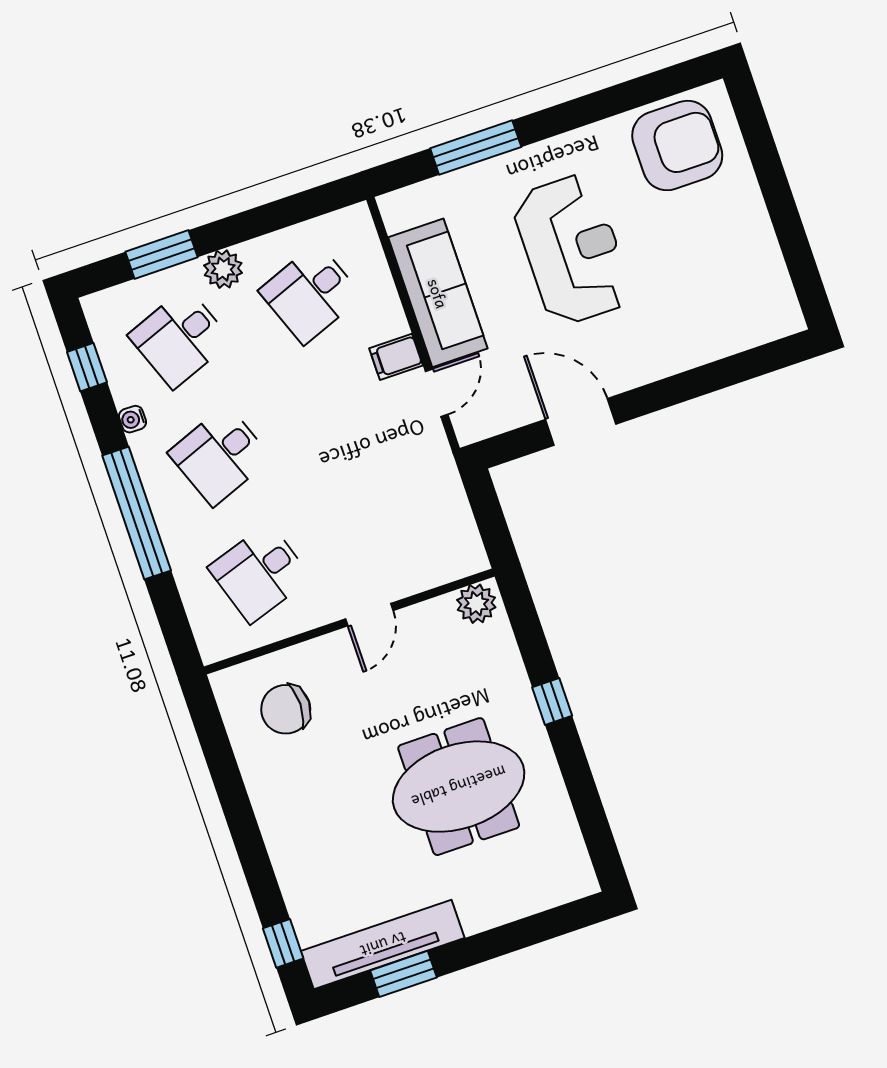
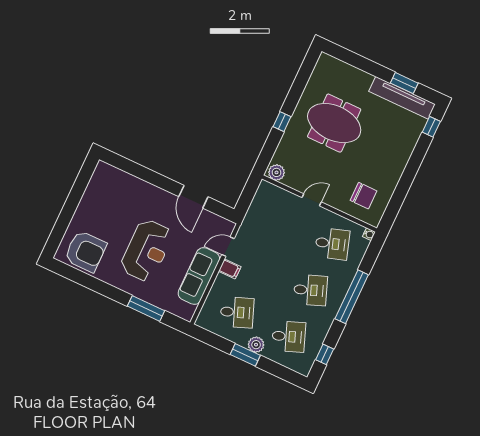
armchair: (677, 146) -> (85, 251), turned 180
reception desk: (572, 250) -> (147, 250), turned 180
window: (161, 255) -> (245, 355), moved
water cooler: (132, 419) -> (369, 234), moved

